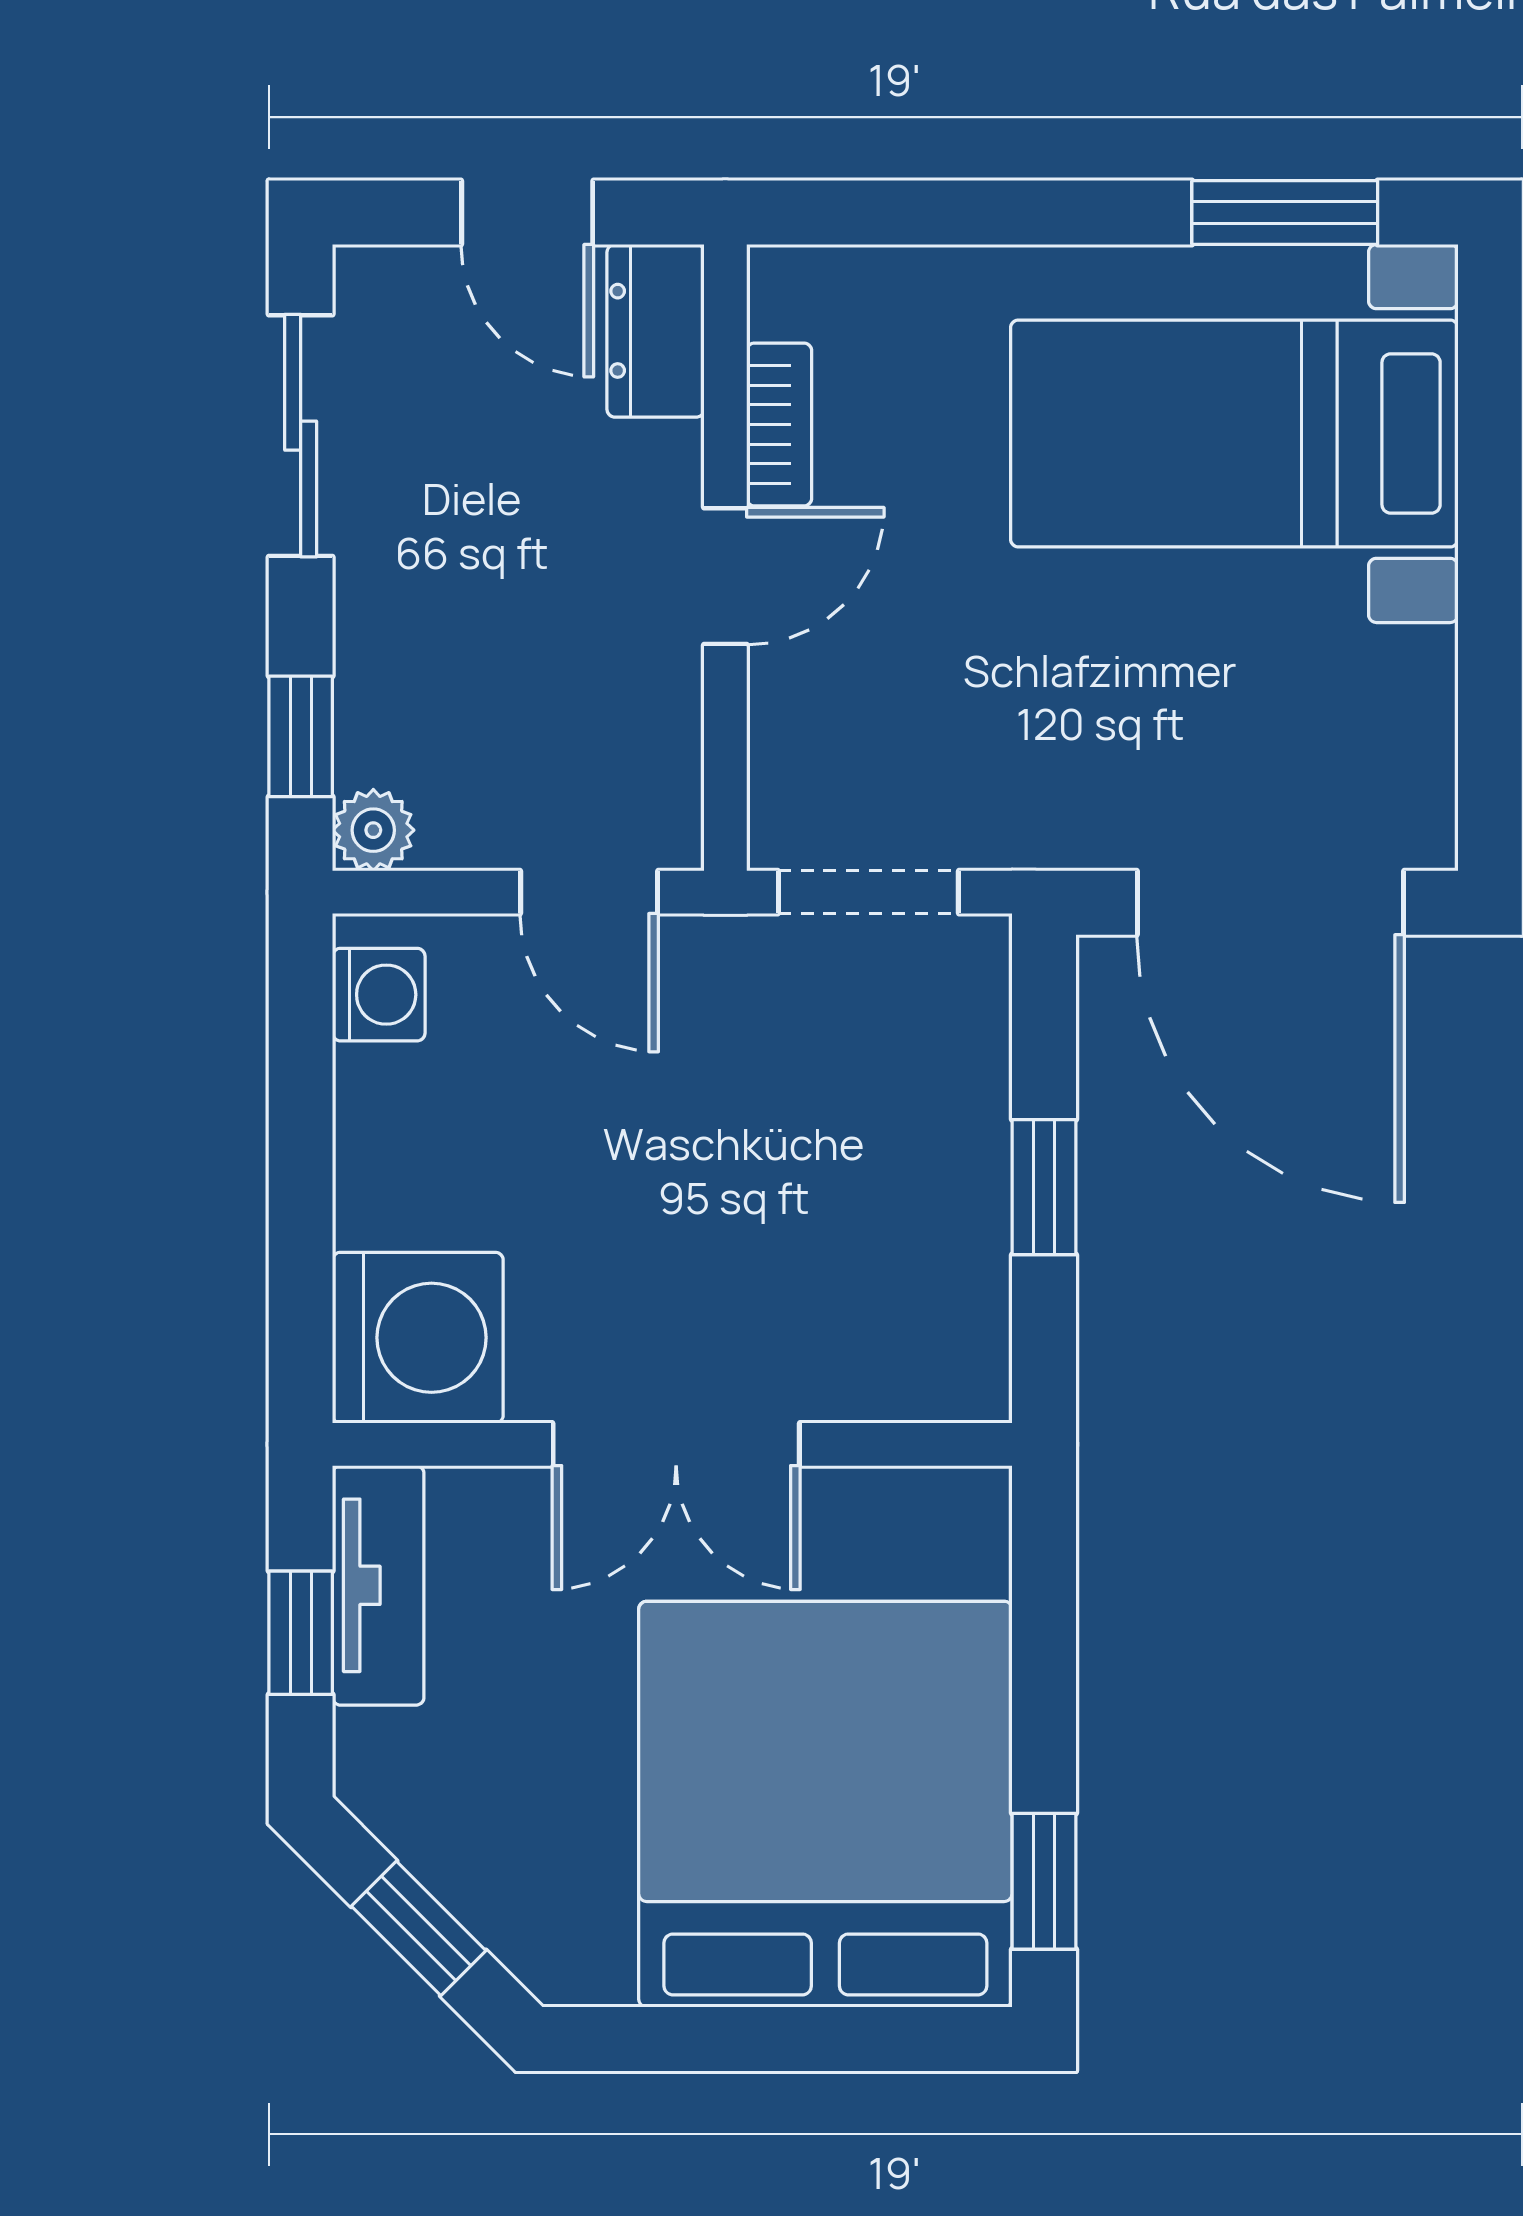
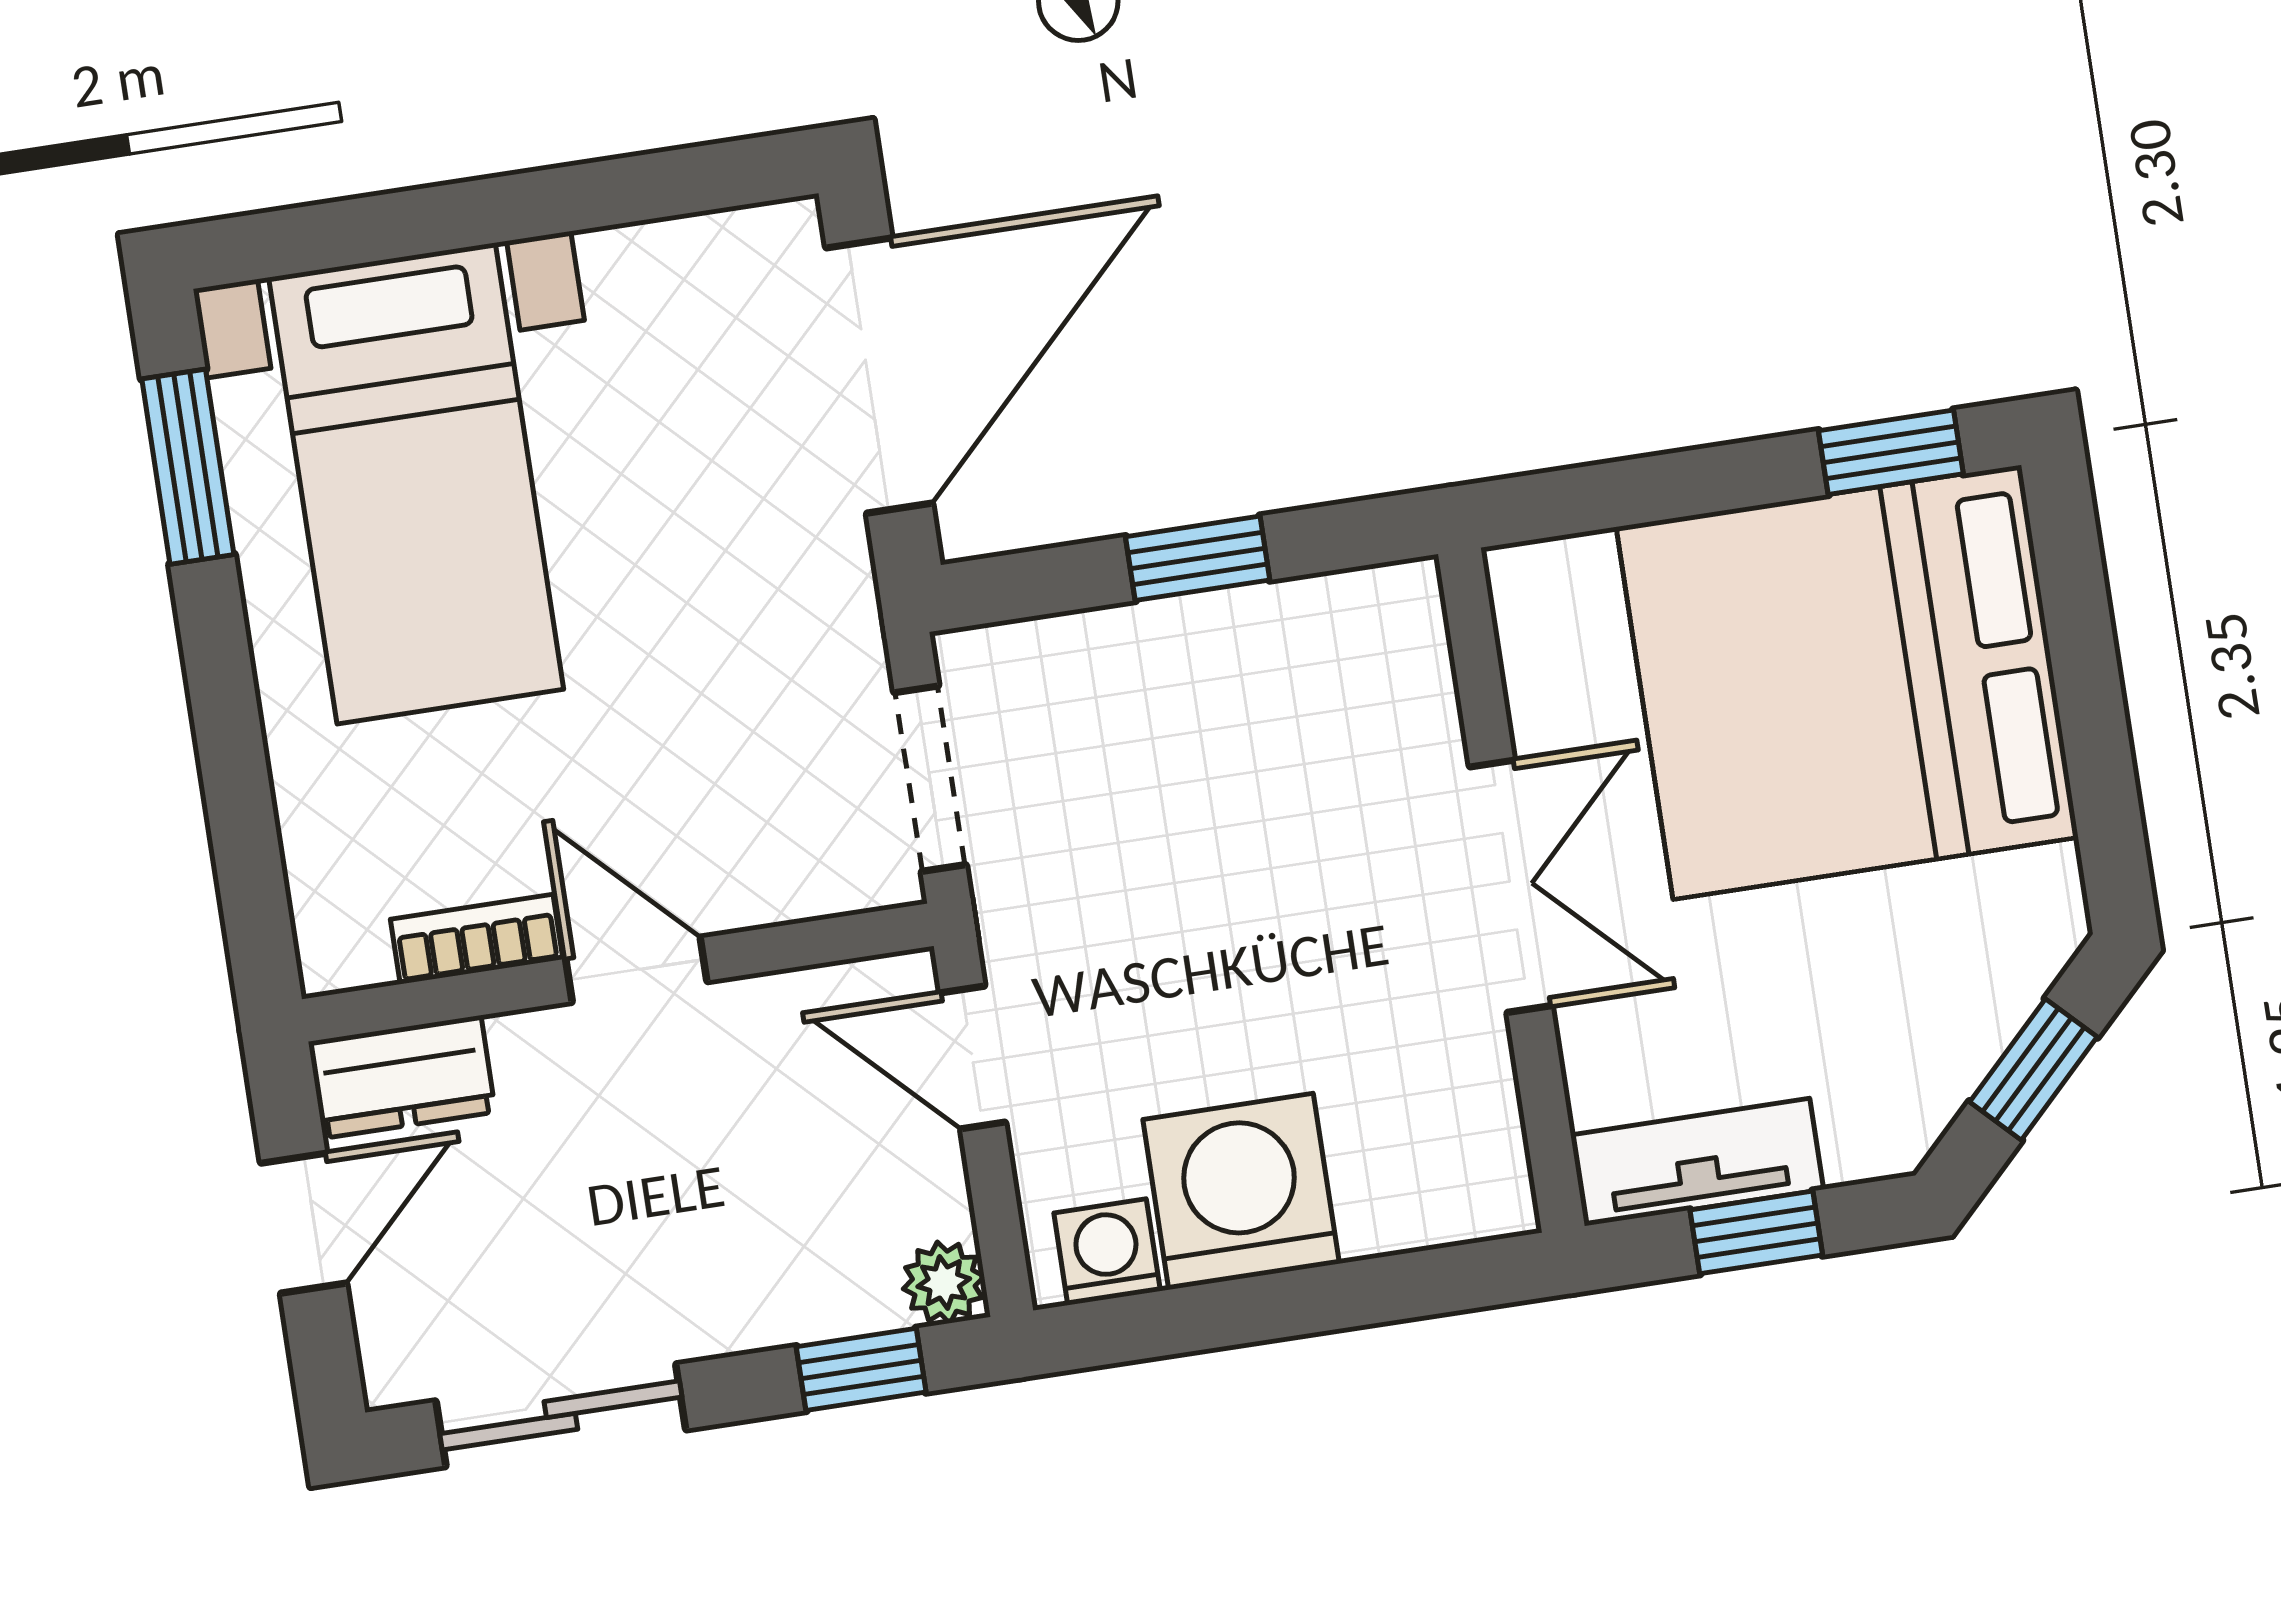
door: (589, 892) -> (973, 1057), swing flipped
washing machine: (418, 1338) -> (1241, 1191), moved

